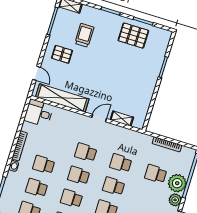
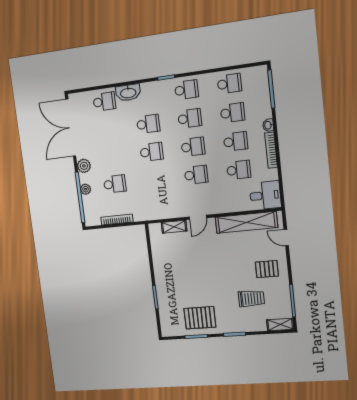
trolley: (84, 35) -> (251, 299), turned -90
school desk: (121, 163) -> (239, 170), moved
plant: (177, 183) -> (86, 189), width x0.53, depth x0.53

